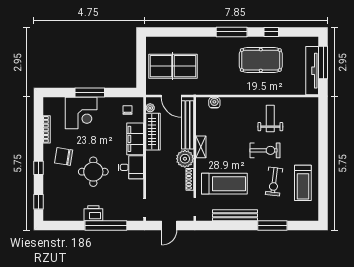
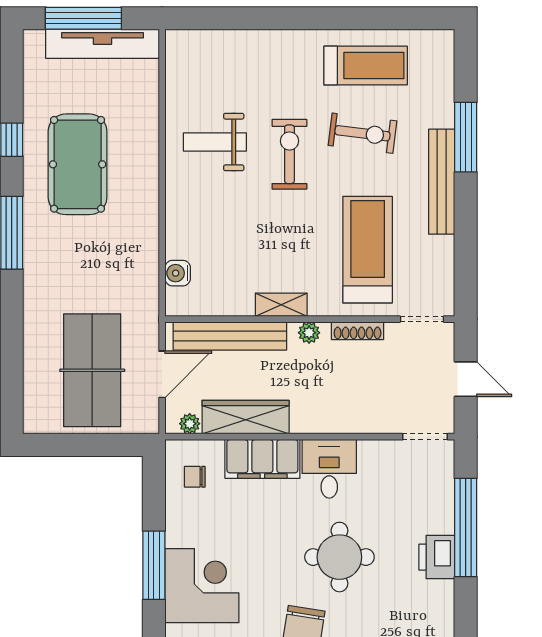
plant: (185, 159) -> (309, 333), width x0.53, depth x0.53
bench: (235, 215) -> (442, 182), moved

